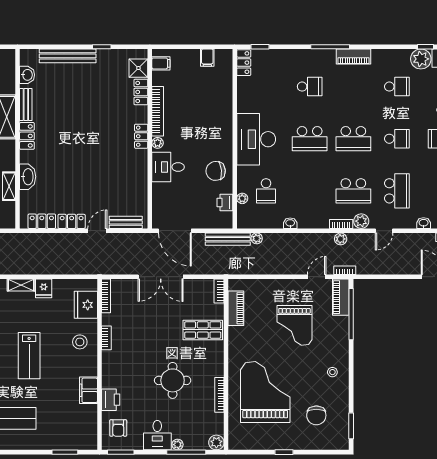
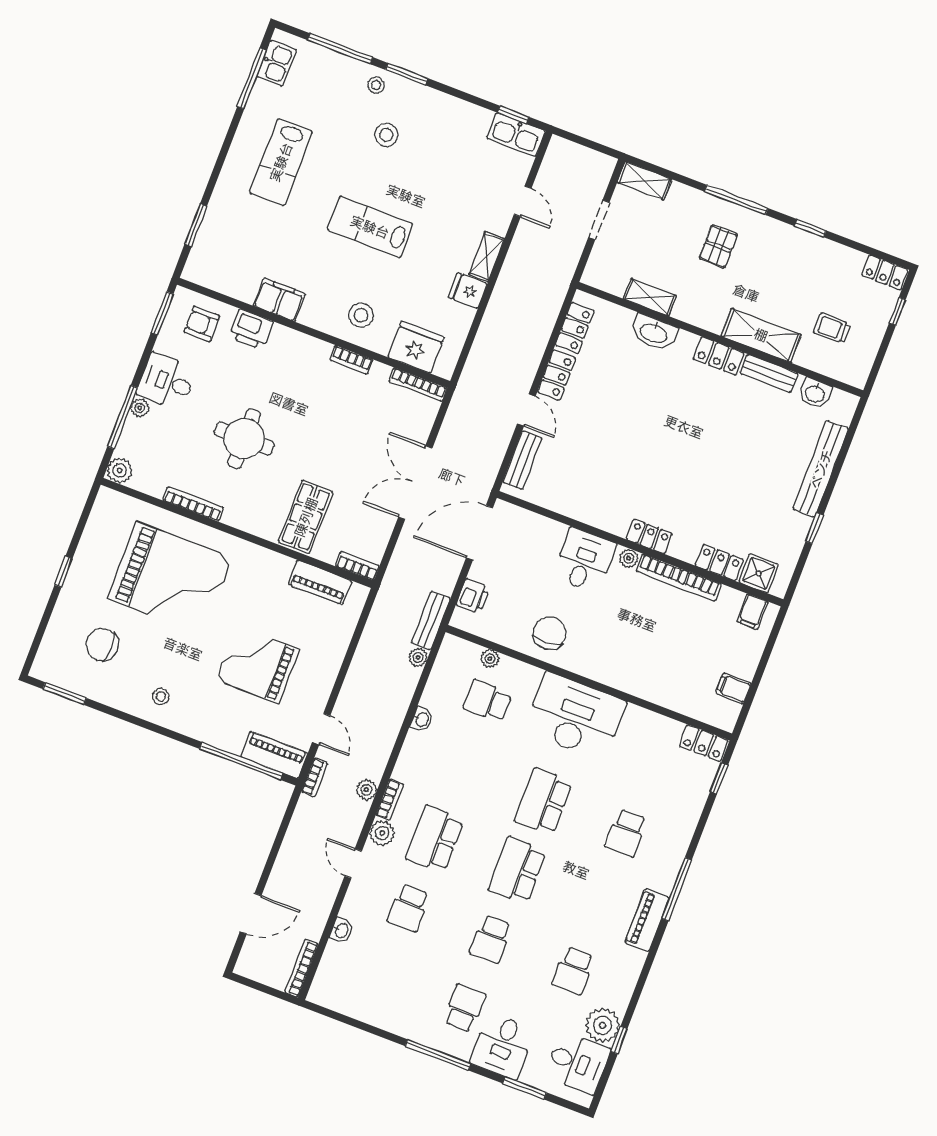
school desk: (397, 191) -> (408, 908), width x0.54
printer: (225, 203) -> (473, 596), moved, turned 90
bench: (228, 239) -> (431, 621), width x0.73

